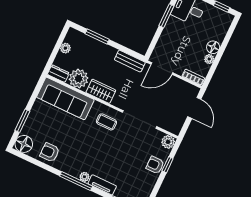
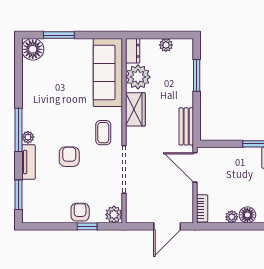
armchair: (50, 152) -> (69, 157), moved

